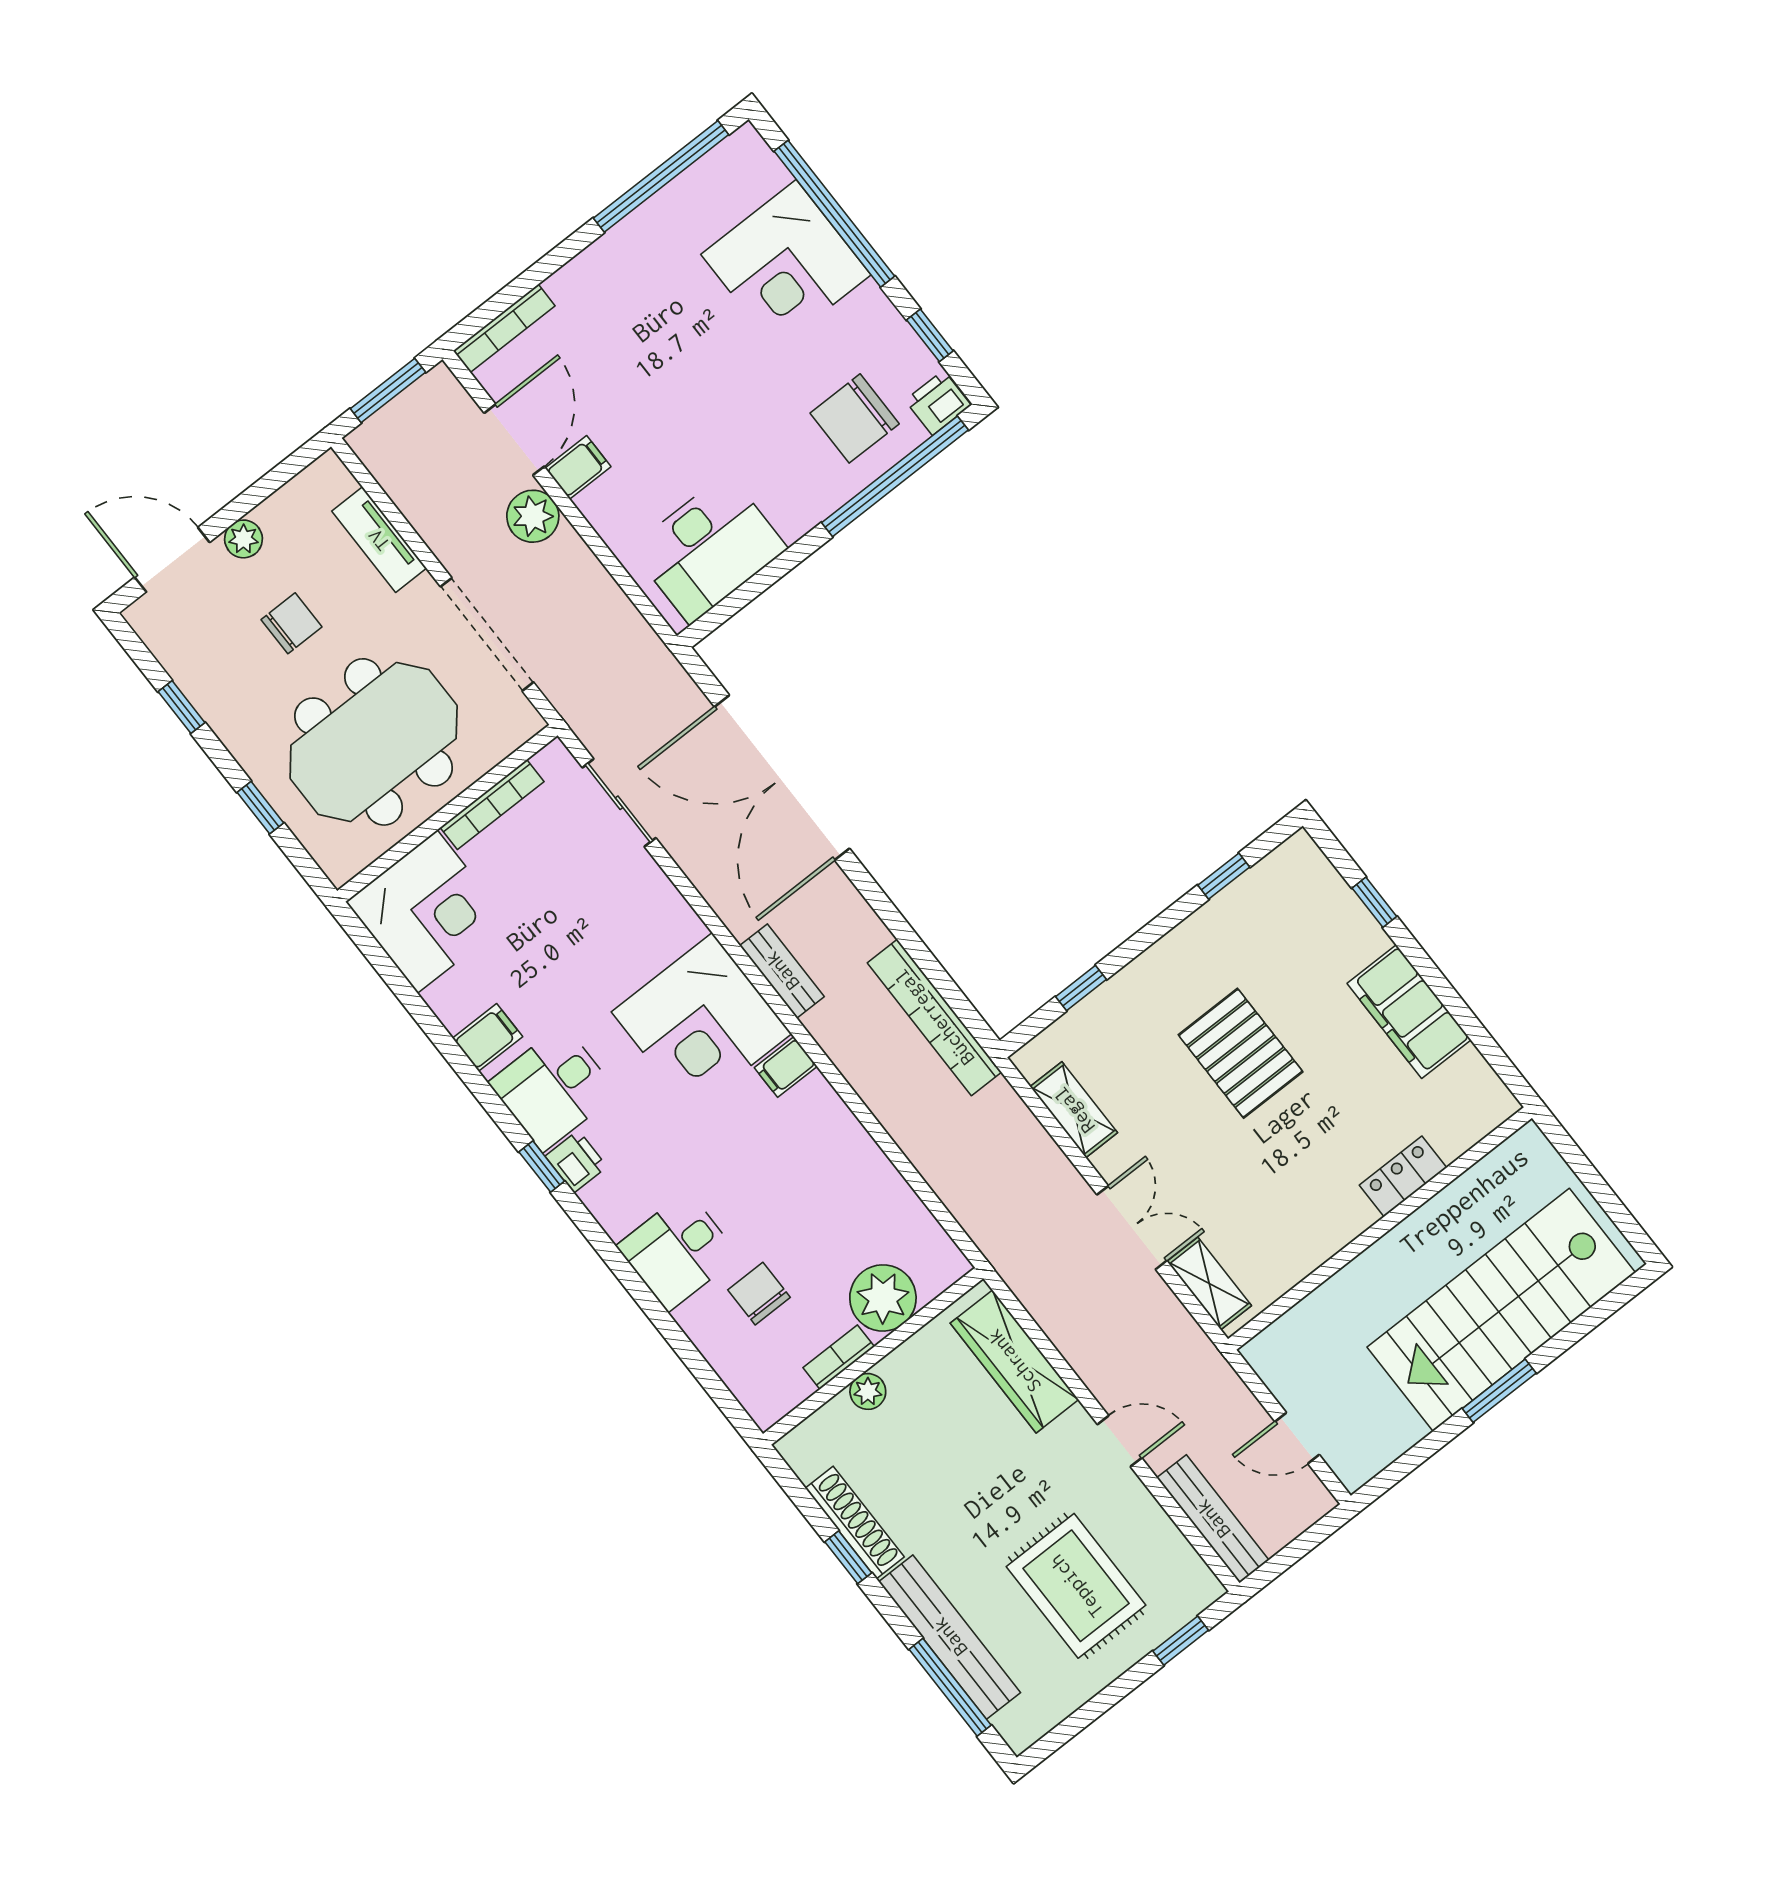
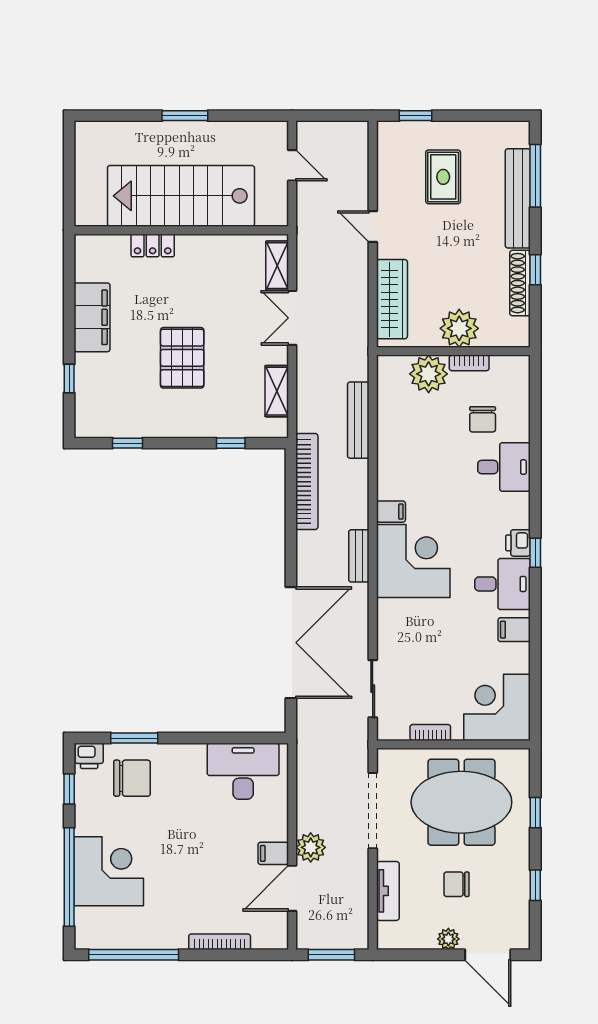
bookcase: (504, 328) -> (220, 942), moved
window: (895, 476) -> (134, 738), width x0.47
bookcase: (492, 805) -> (430, 732), width x0.64
stairs: (1501, 1310) -> (181, 196), moved, turned 180
plant: (868, 1391) -> (459, 328), width x1.88, depth x1.88
bench: (1213, 1519) -> (358, 420), moved
rug: (1076, 1586) -> (443, 177), width x0.73, depth x0.70

